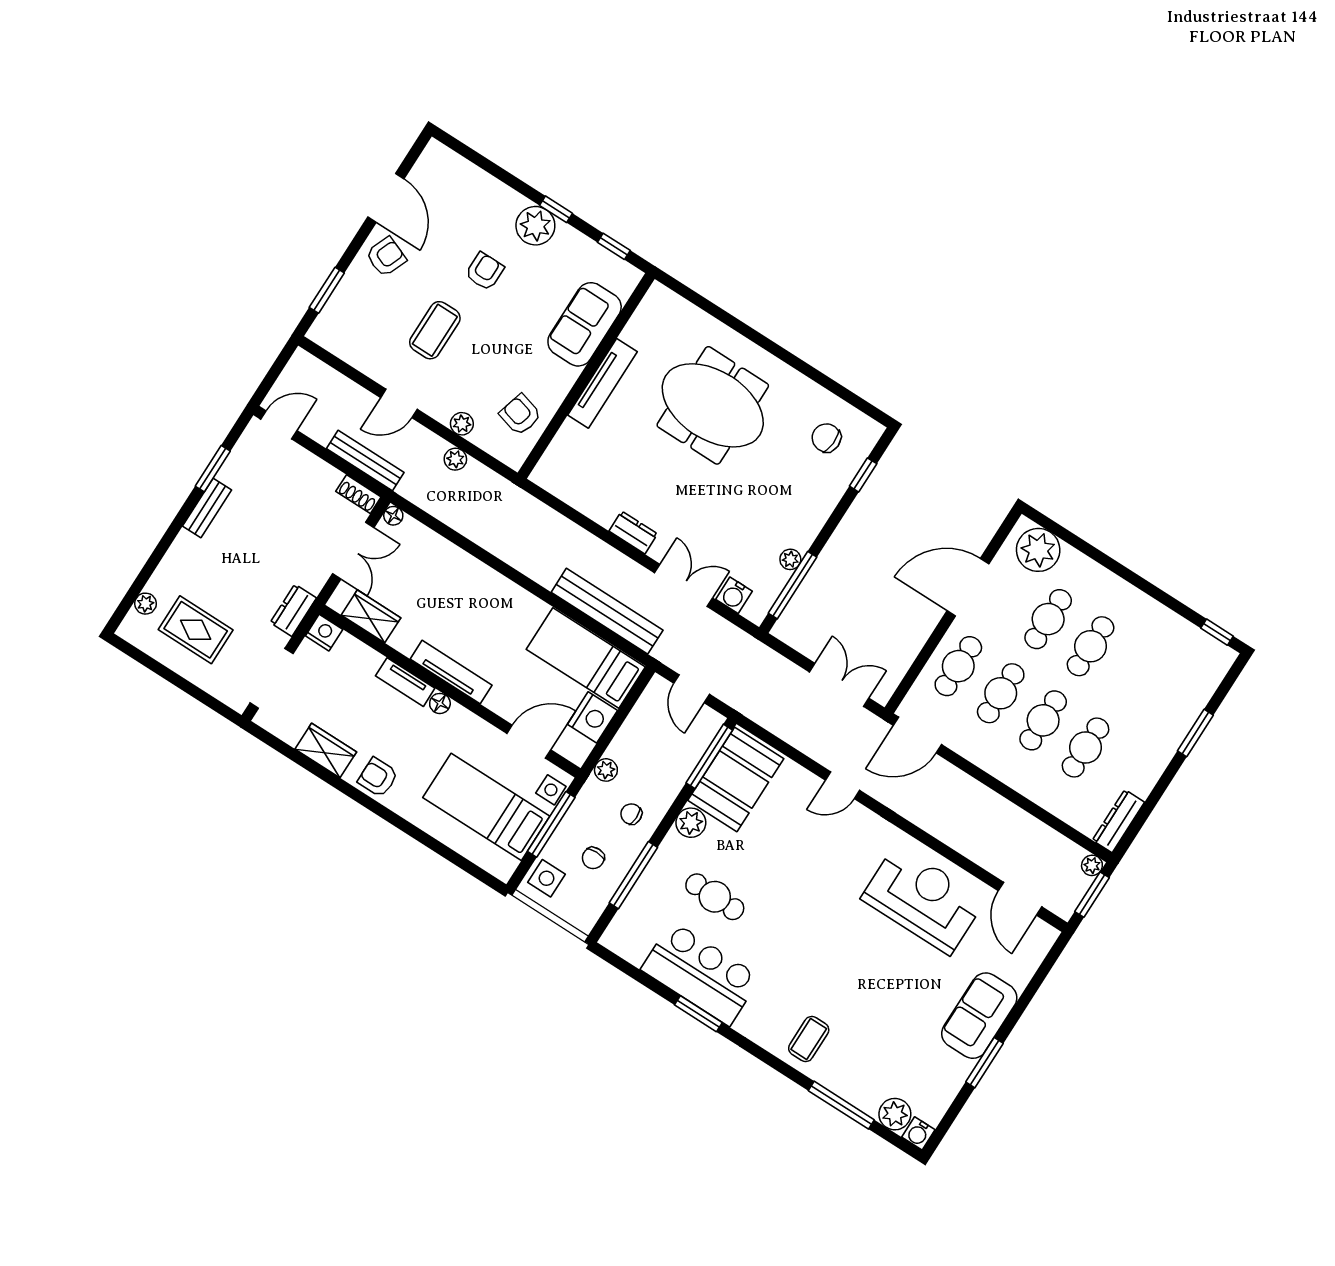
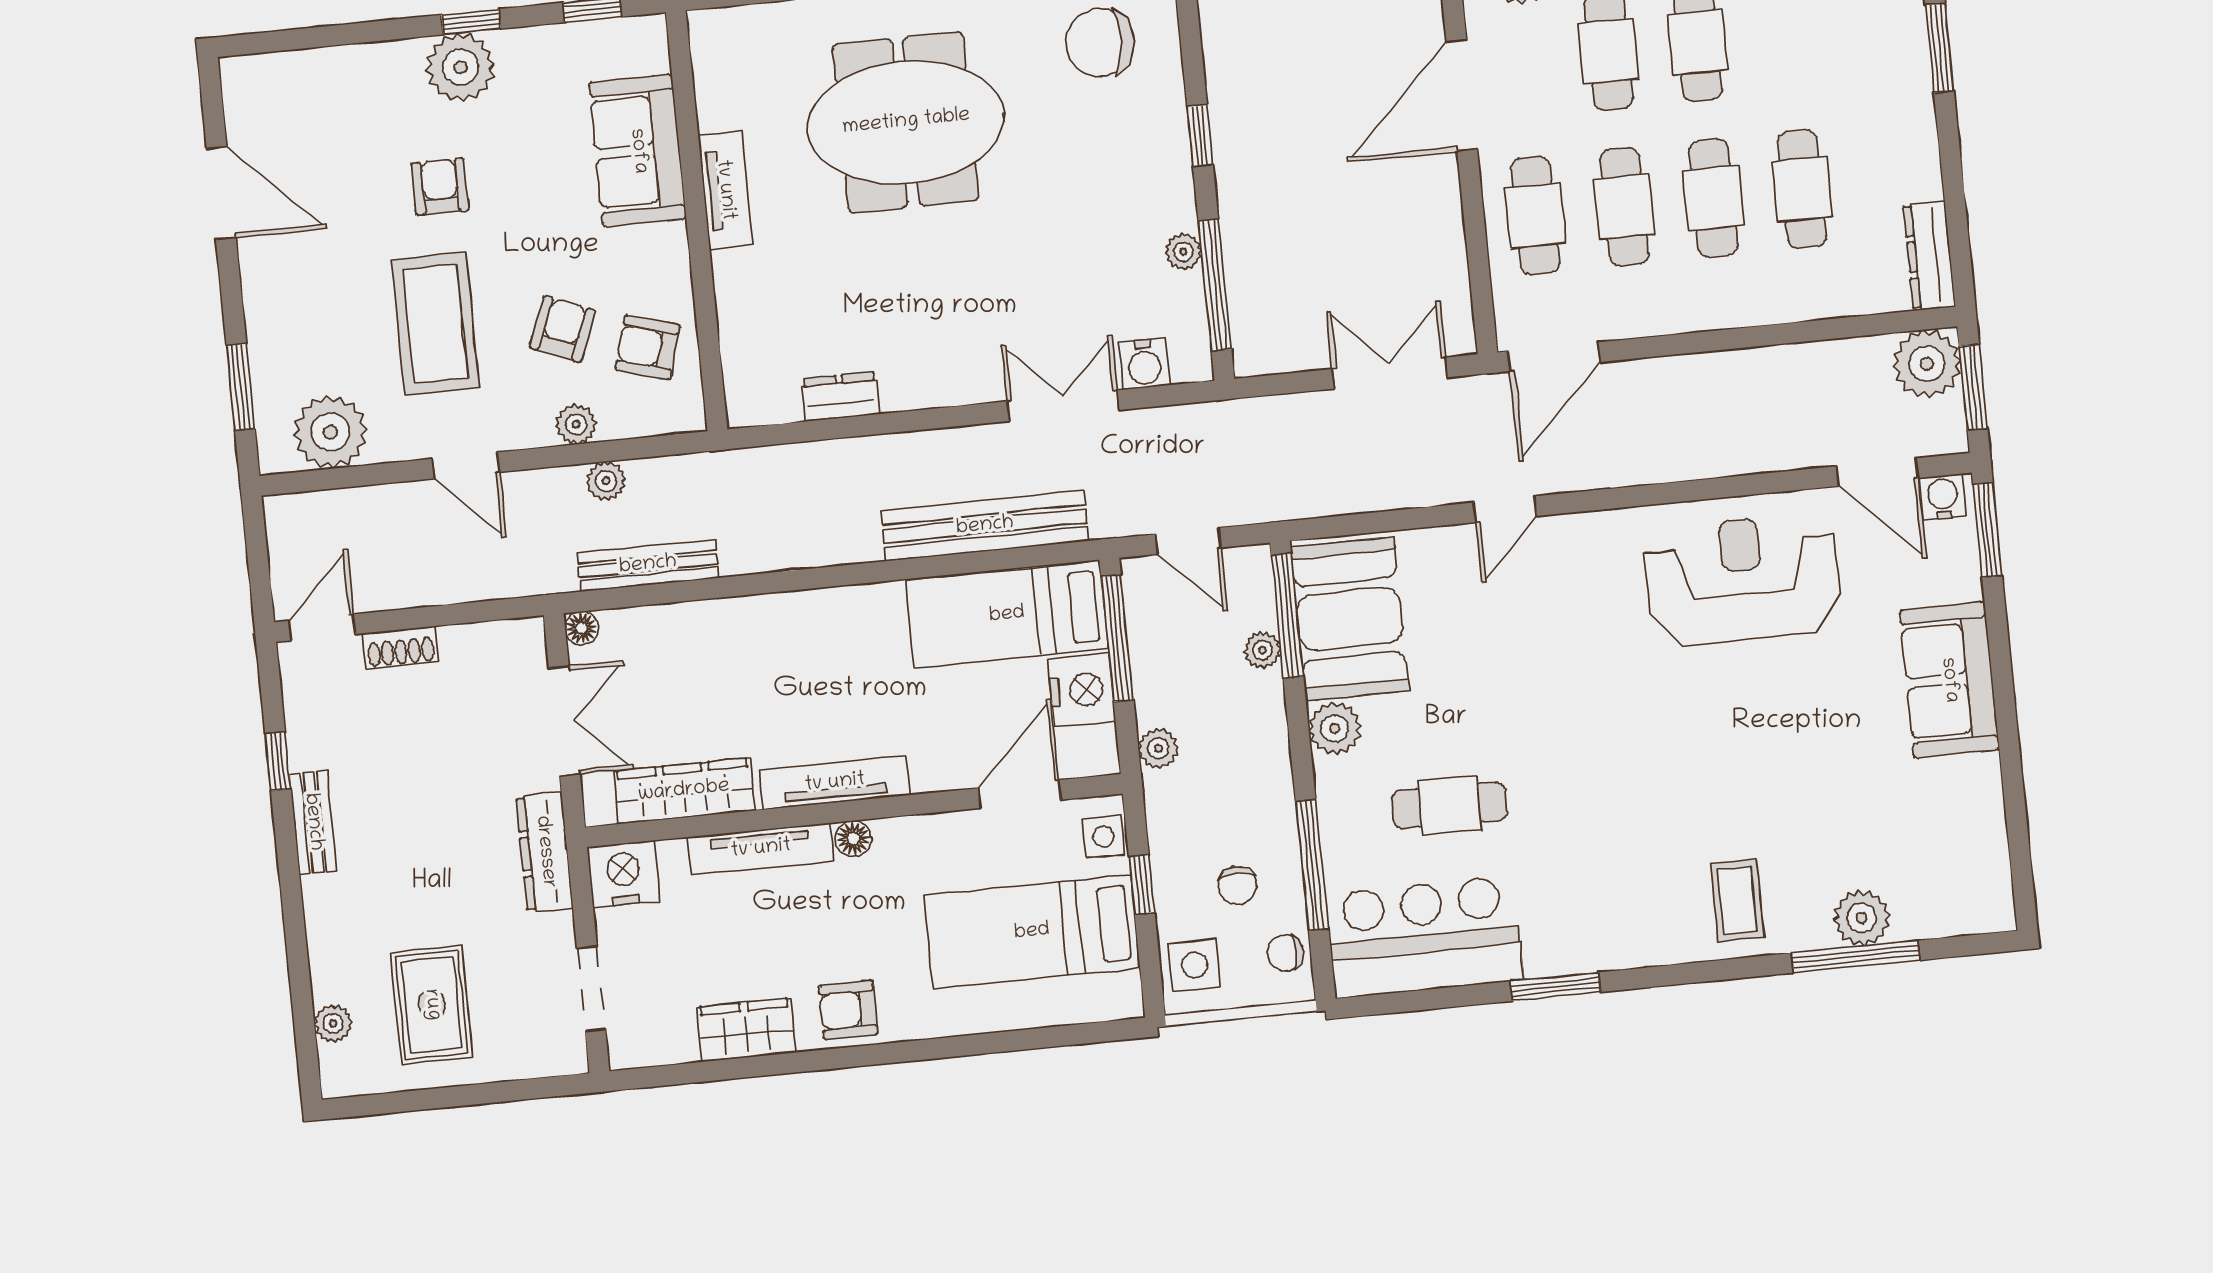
armchair: (386, 257) -> (563, 329), moved
coffee table: (435, 330) -> (435, 324), width x1.36, depth x1.32
plant: (351, 342) -> (330, 432), added
tv unit: (603, 383) -> (725, 190), width x0.71
door: (399, 403) -> (466, 465), hinge flipped
chair: (826, 438) -> (1100, 43), width x1.37, depth x1.37
bench: (365, 460) -> (648, 565), moved
window: (213, 469) -> (278, 761), width x0.67
window: (863, 475) -> (1200, 136), moved
shoe rack: (358, 494) -> (400, 647), moved
dresser: (633, 532) -> (841, 397), moved
dresser: (293, 610) -> (545, 852), width x1.44
wardrobe: (371, 616) -> (684, 791), width x1.50
rug: (196, 630) -> (432, 1005), turned 90
nightstand: (324, 633) -> (624, 874), width x1.36, depth x1.33
doorway: (272, 678) -> (591, 989), width x0.73
tv unit: (405, 682) -> (761, 849), width x1.41
window: (626, 707) -> (1117, 638), added
plant: (686, 763) -> (1262, 650), added
chair: (631, 814) -> (1285, 953), moved
window: (551, 824) -> (1142, 885), width x0.46
plant: (1092, 865) -> (1927, 364), width x1.88, depth x1.88
bar counter: (701, 973) -> (1424, 937), moved
window: (985, 1063) -> (1988, 530), moved
plant: (895, 1114) -> (1862, 918), moved
water cooler: (918, 1133) -> (1943, 497), moved, turned 180

